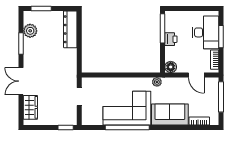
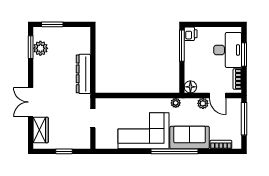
dresser: (70, 29) -> (83, 74), moved
printer: (171, 39) -> (191, 34), moved
window: (21, 43) -> (31, 47), moved
plant: (182, 82) -> (203, 103), added
window: (66, 127) -> (64, 151), moved
window: (127, 127) -> (174, 151), moved

